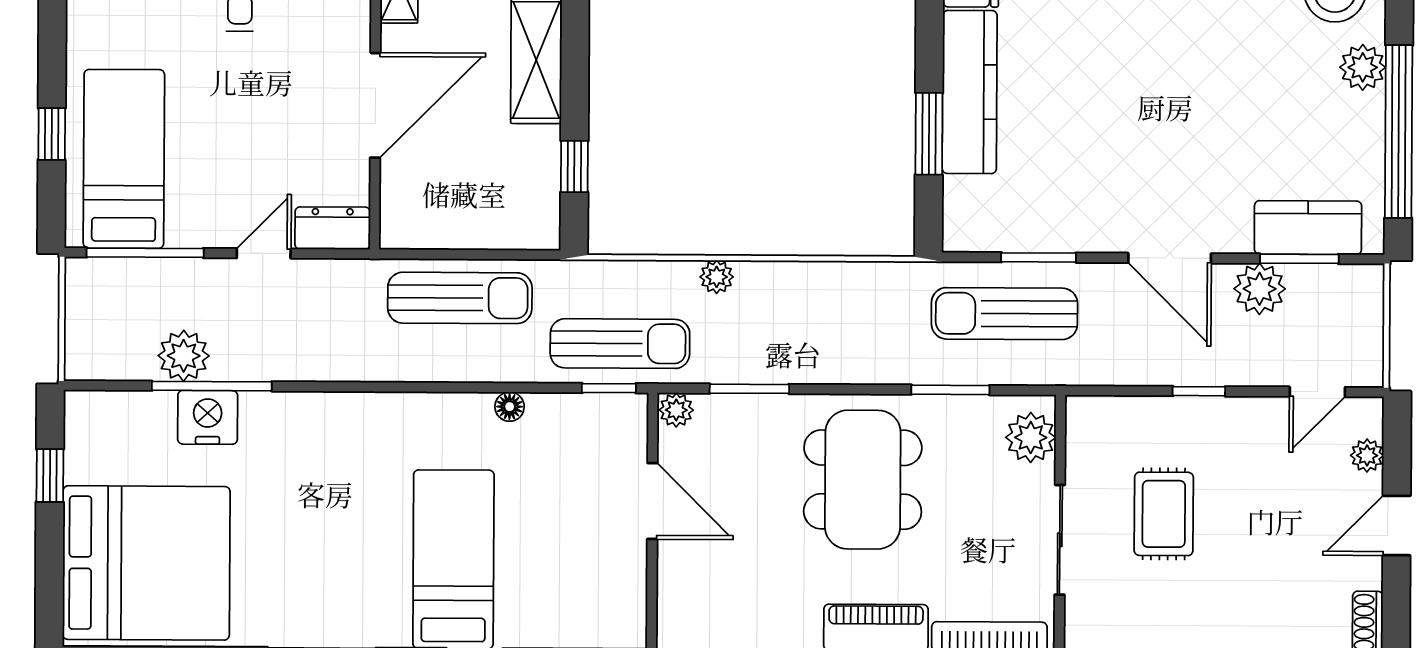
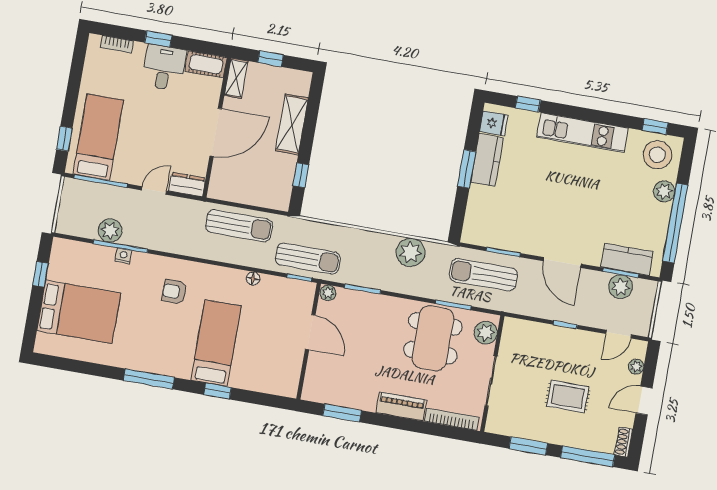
kitchen counter: (970, 92) -> (487, 160), width x0.67
window: (52, 134) -> (64, 139), moved
window: (929, 134) -> (467, 169), moved
plant: (717, 277) -> (411, 252), moved, width x1.88, depth x1.88
plant: (1260, 289) -> (621, 287), moved
nightstand: (208, 417) -> (123, 256), width x0.53, depth x0.56
armchair: (344, 464) -> (174, 292), added
dining table: (863, 480) -> (433, 338), moved
rug: (1164, 514) -> (568, 397), moved, turned 90
bed: (146, 563) -> (79, 312), width x0.73

